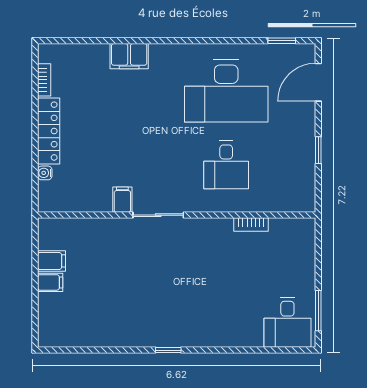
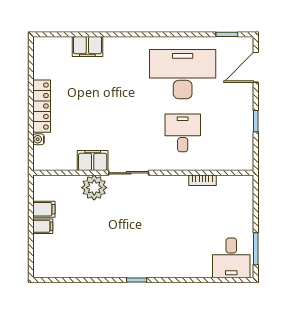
filing cabinet: (129, 56) -> (87, 47), moved
bookcase: (44, 80) -> (38, 65), removed
desk: (226, 91) -> (183, 74), turned 180
desk: (226, 165) -> (183, 133), turned 180
filing cabinet: (122, 200) -> (93, 161), width x2.00
plant: (115, 234) -> (94, 188), added

